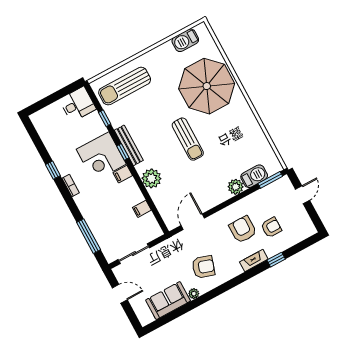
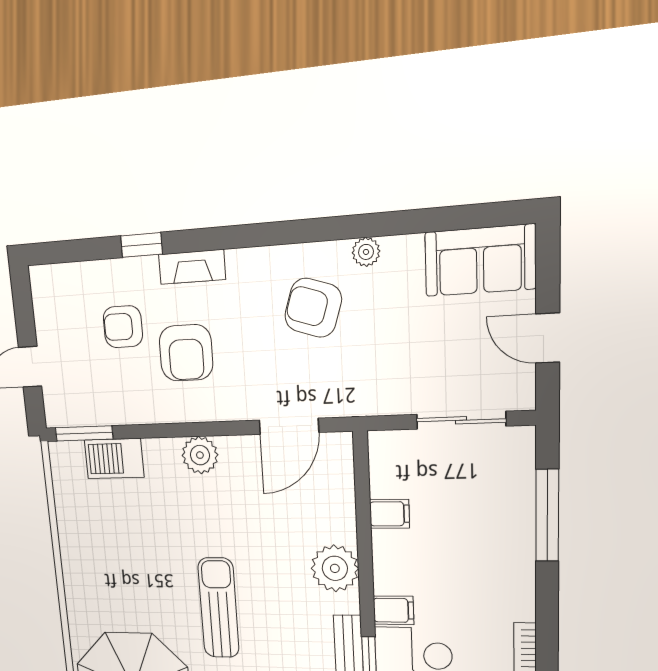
plant: (236, 187) -> (200, 455), moved
sofa: (168, 301) -> (480, 260), moved

